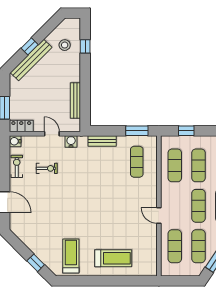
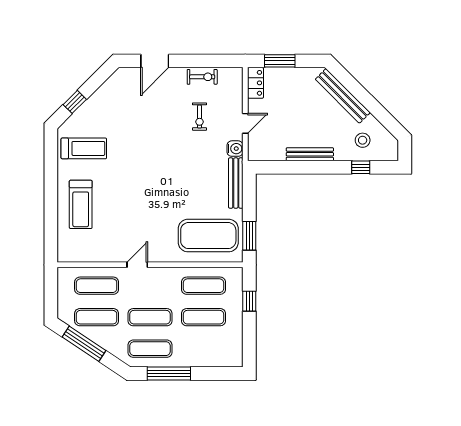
window: (30, 46) -> (361, 94), removed
bench: (75, 101) -> (310, 154), moved
water cooler: (15, 141) -> (235, 75), removed
bench: (102, 141) -> (236, 183), width x1.36
exercise mat: (137, 162) -> (208, 236), width x2.00, depth x1.45

